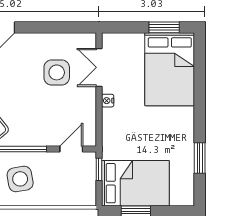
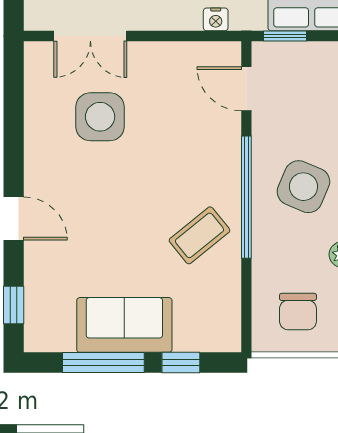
nightstand: (108, 101) -> (216, 19), moved
side table: (20, 179) -> (303, 187), turned 33

